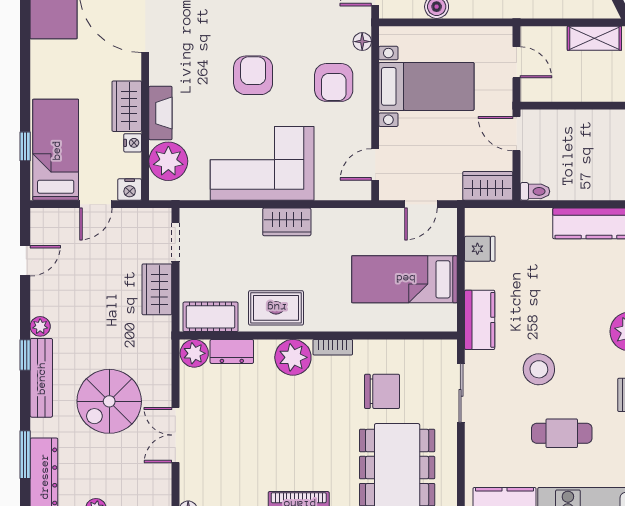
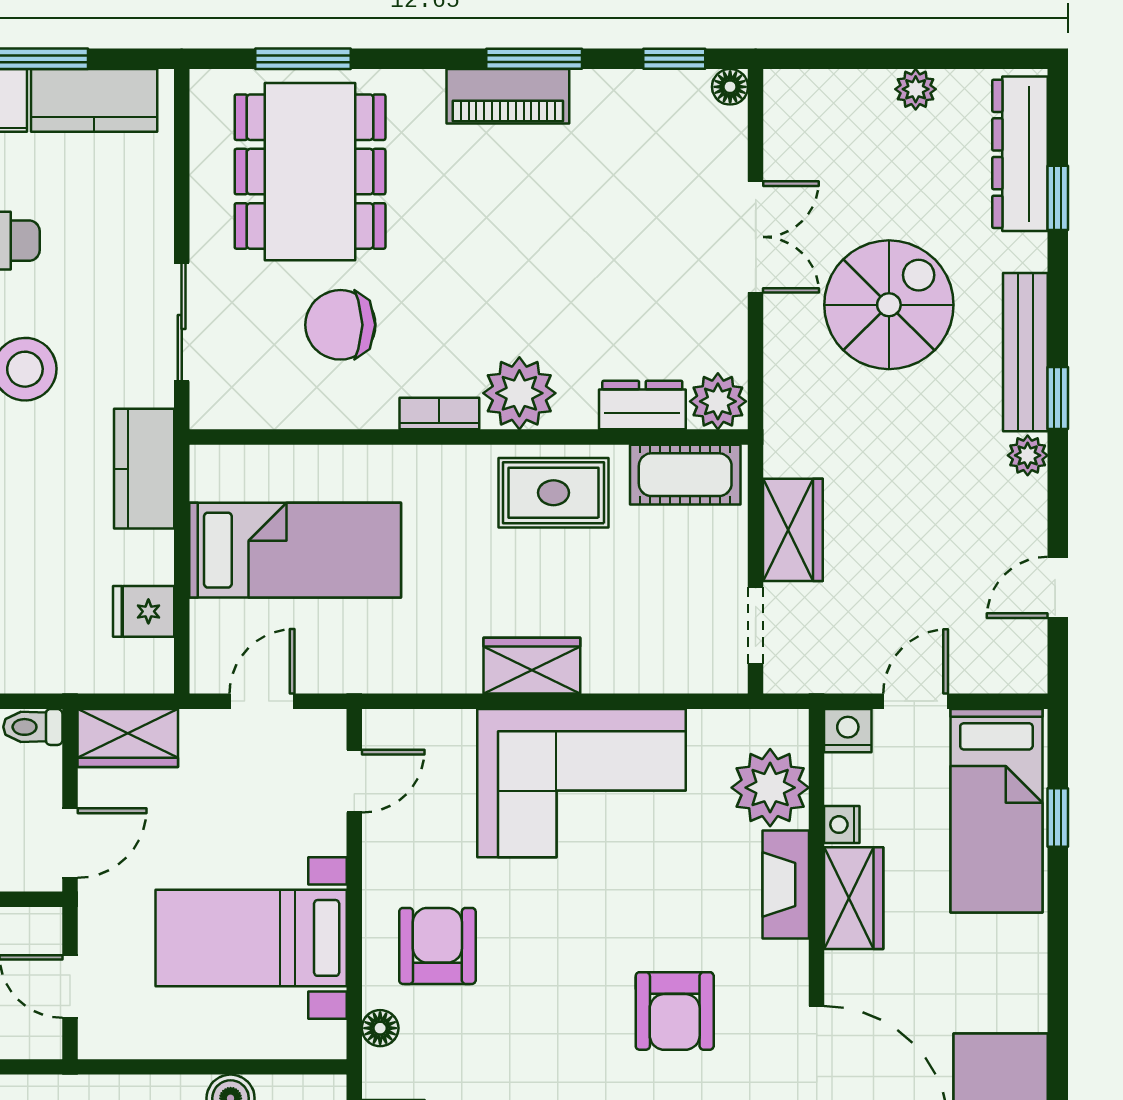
armchair: (253, 75) -> (675, 1011), moved
door: (517, 134) -> (70, 843), hinge flipped
window: (25, 455) -> (1058, 198), width x0.67

